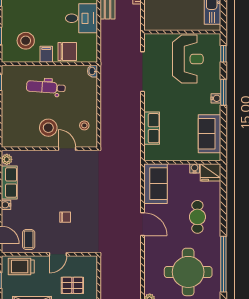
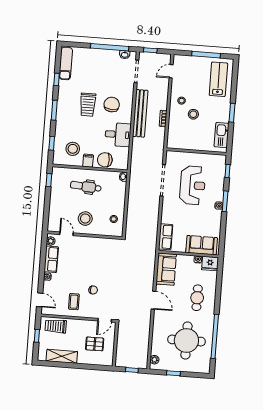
chair: (67, 52) -> (105, 160), turned 180
reception desk: (188, 59) -> (193, 185), moved
row of seats: (152, 128) -> (166, 237), moved
sofa: (210, 134) -> (202, 245), moved, turned 90
door: (67, 149) -> (66, 234), moved
coffee table: (29, 239) -> (74, 302), moved
door: (58, 254) -> (105, 320), moved

